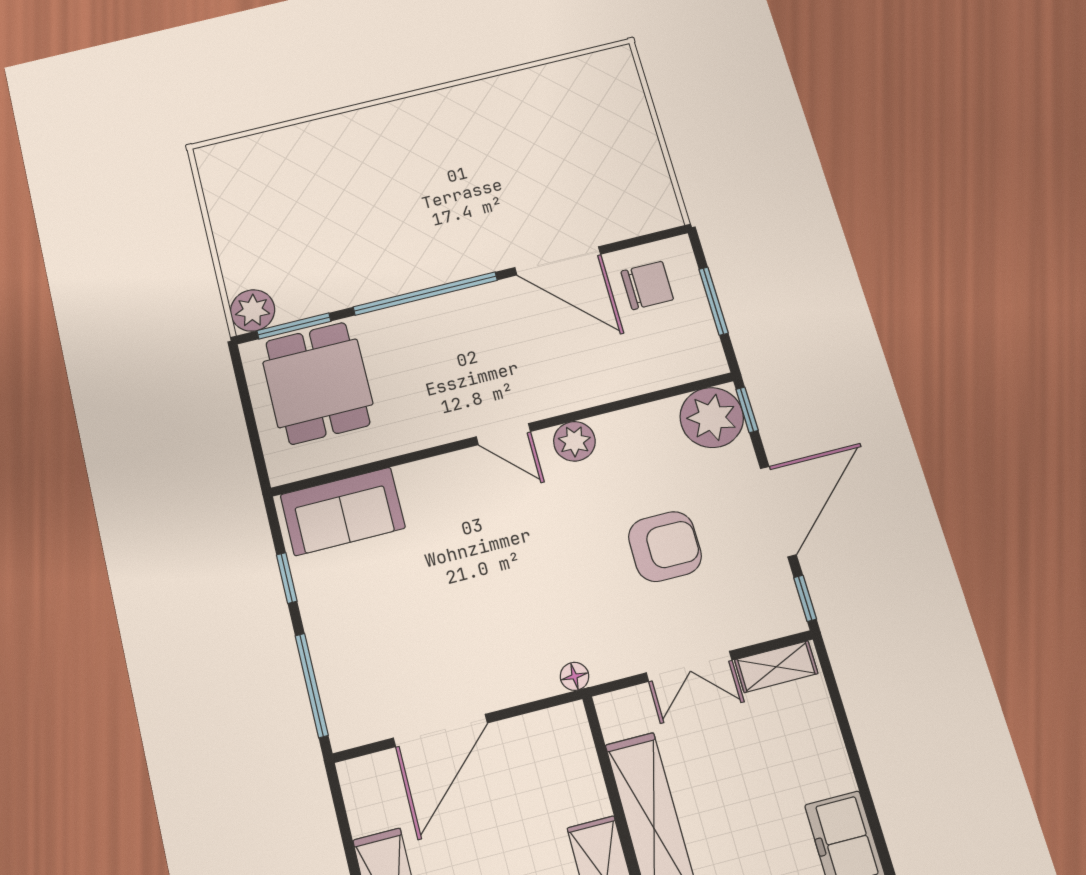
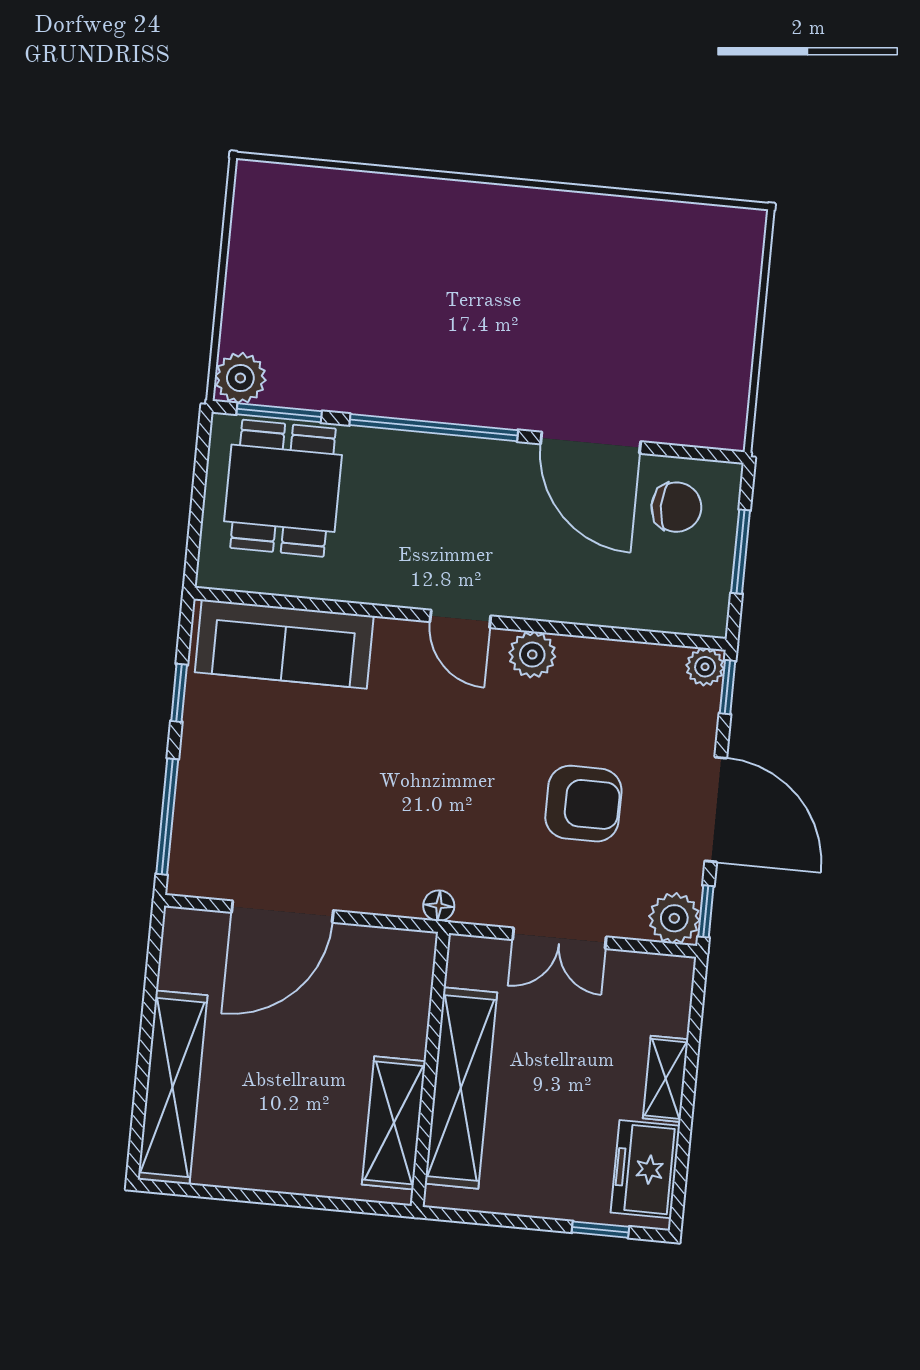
plant: (712, 417) -> (705, 667), width x0.53, depth x0.53
sofa: (343, 511) -> (284, 644), width x1.36
door: (778, 511) -> (716, 809), hinge flipped
plant: (781, 614) -> (674, 918), added
shelving: (776, 667) -> (666, 1079), moved, turned 90

